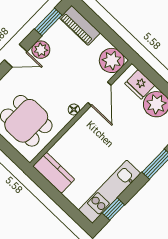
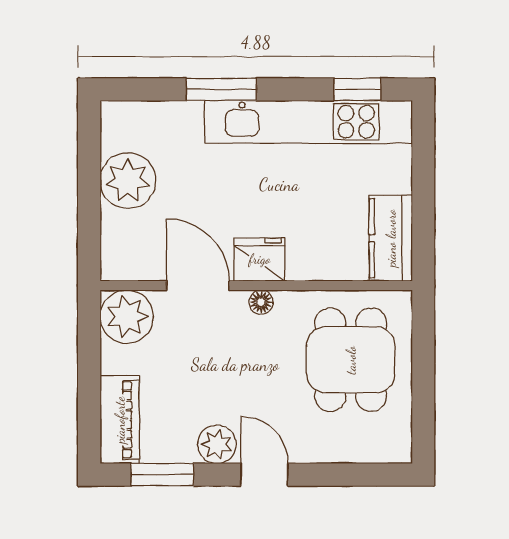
fridge: (140, 84) -> (260, 259), moved, turned -90
door: (99, 94) -> (198, 286), hinge flipped
kitchen unit: (110, 192) -> (308, 122), width x1.36

